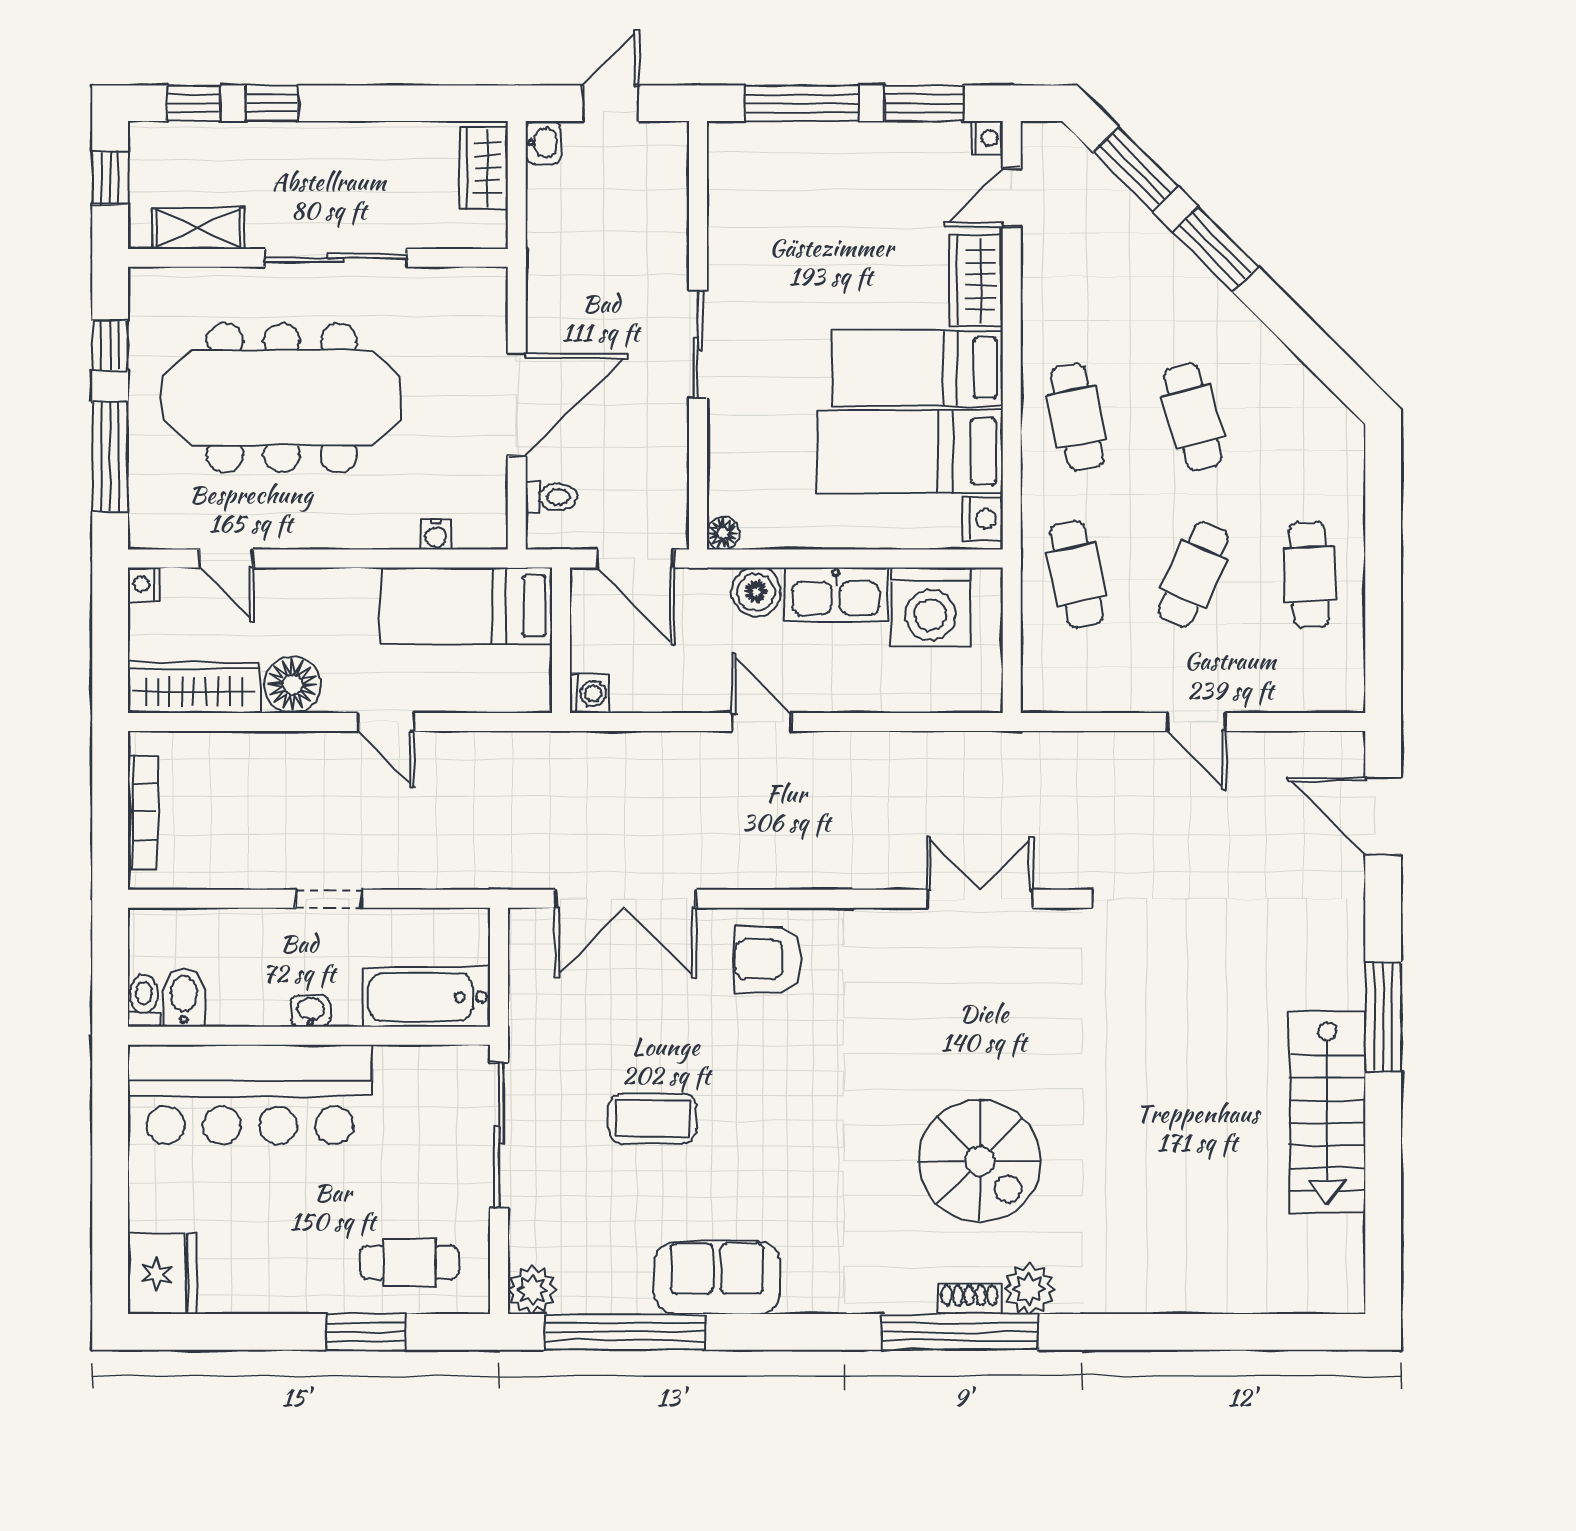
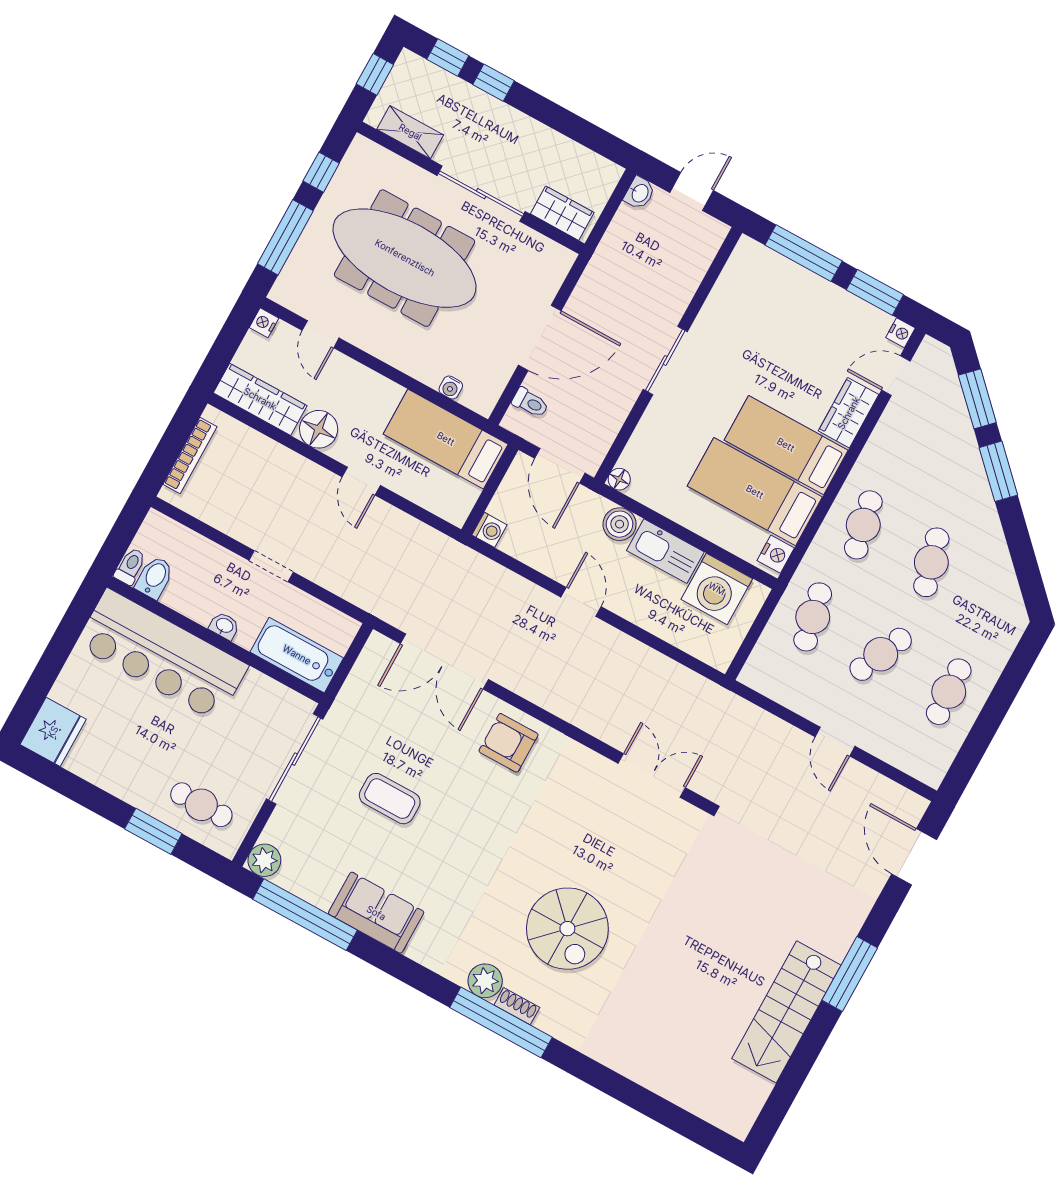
wardrobe: (484, 168) -> (562, 213), moved, turned 90
plant: (1029, 1289) -> (485, 981), moved

